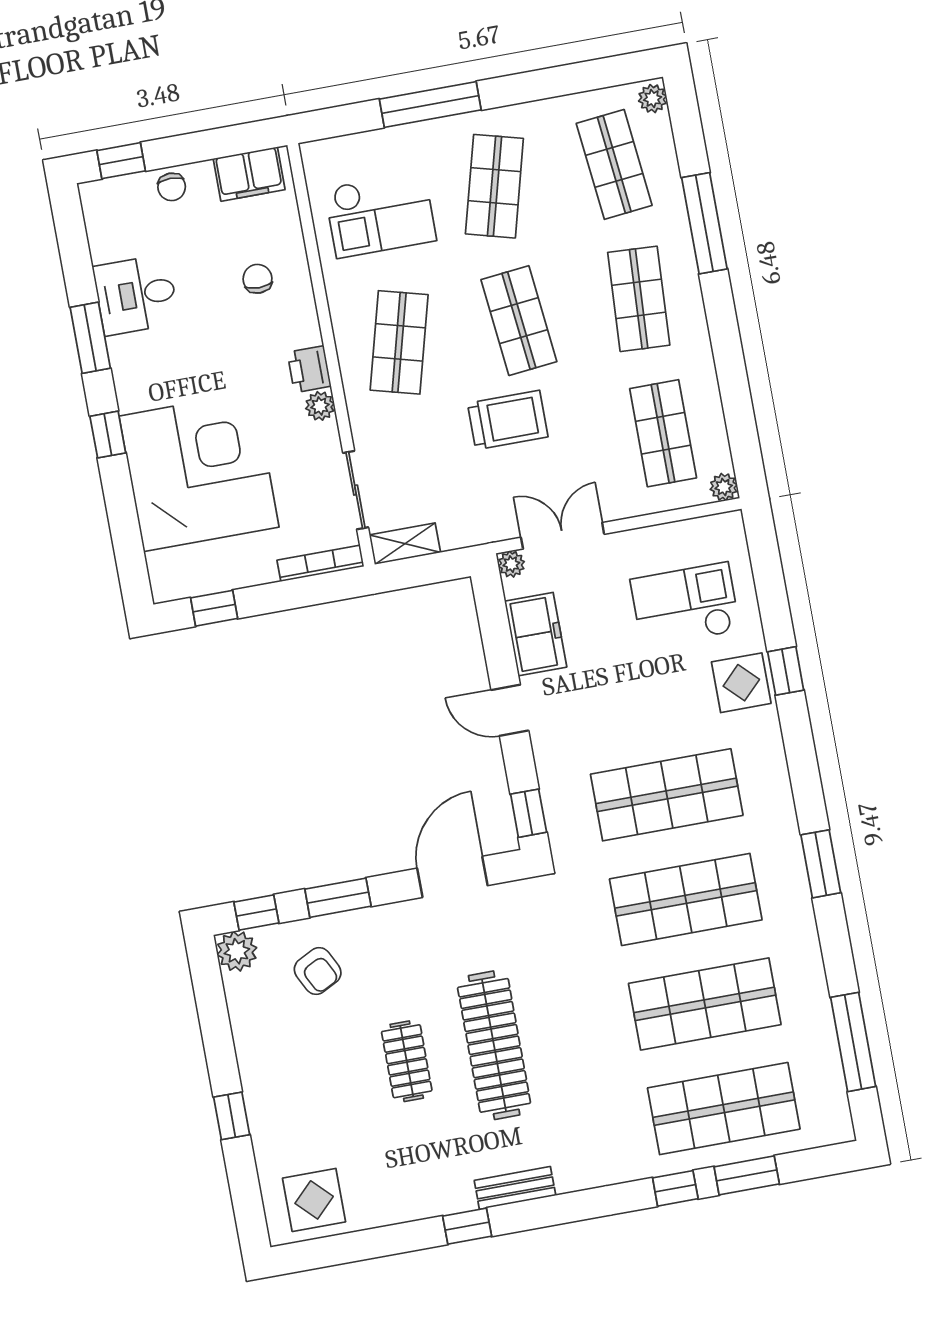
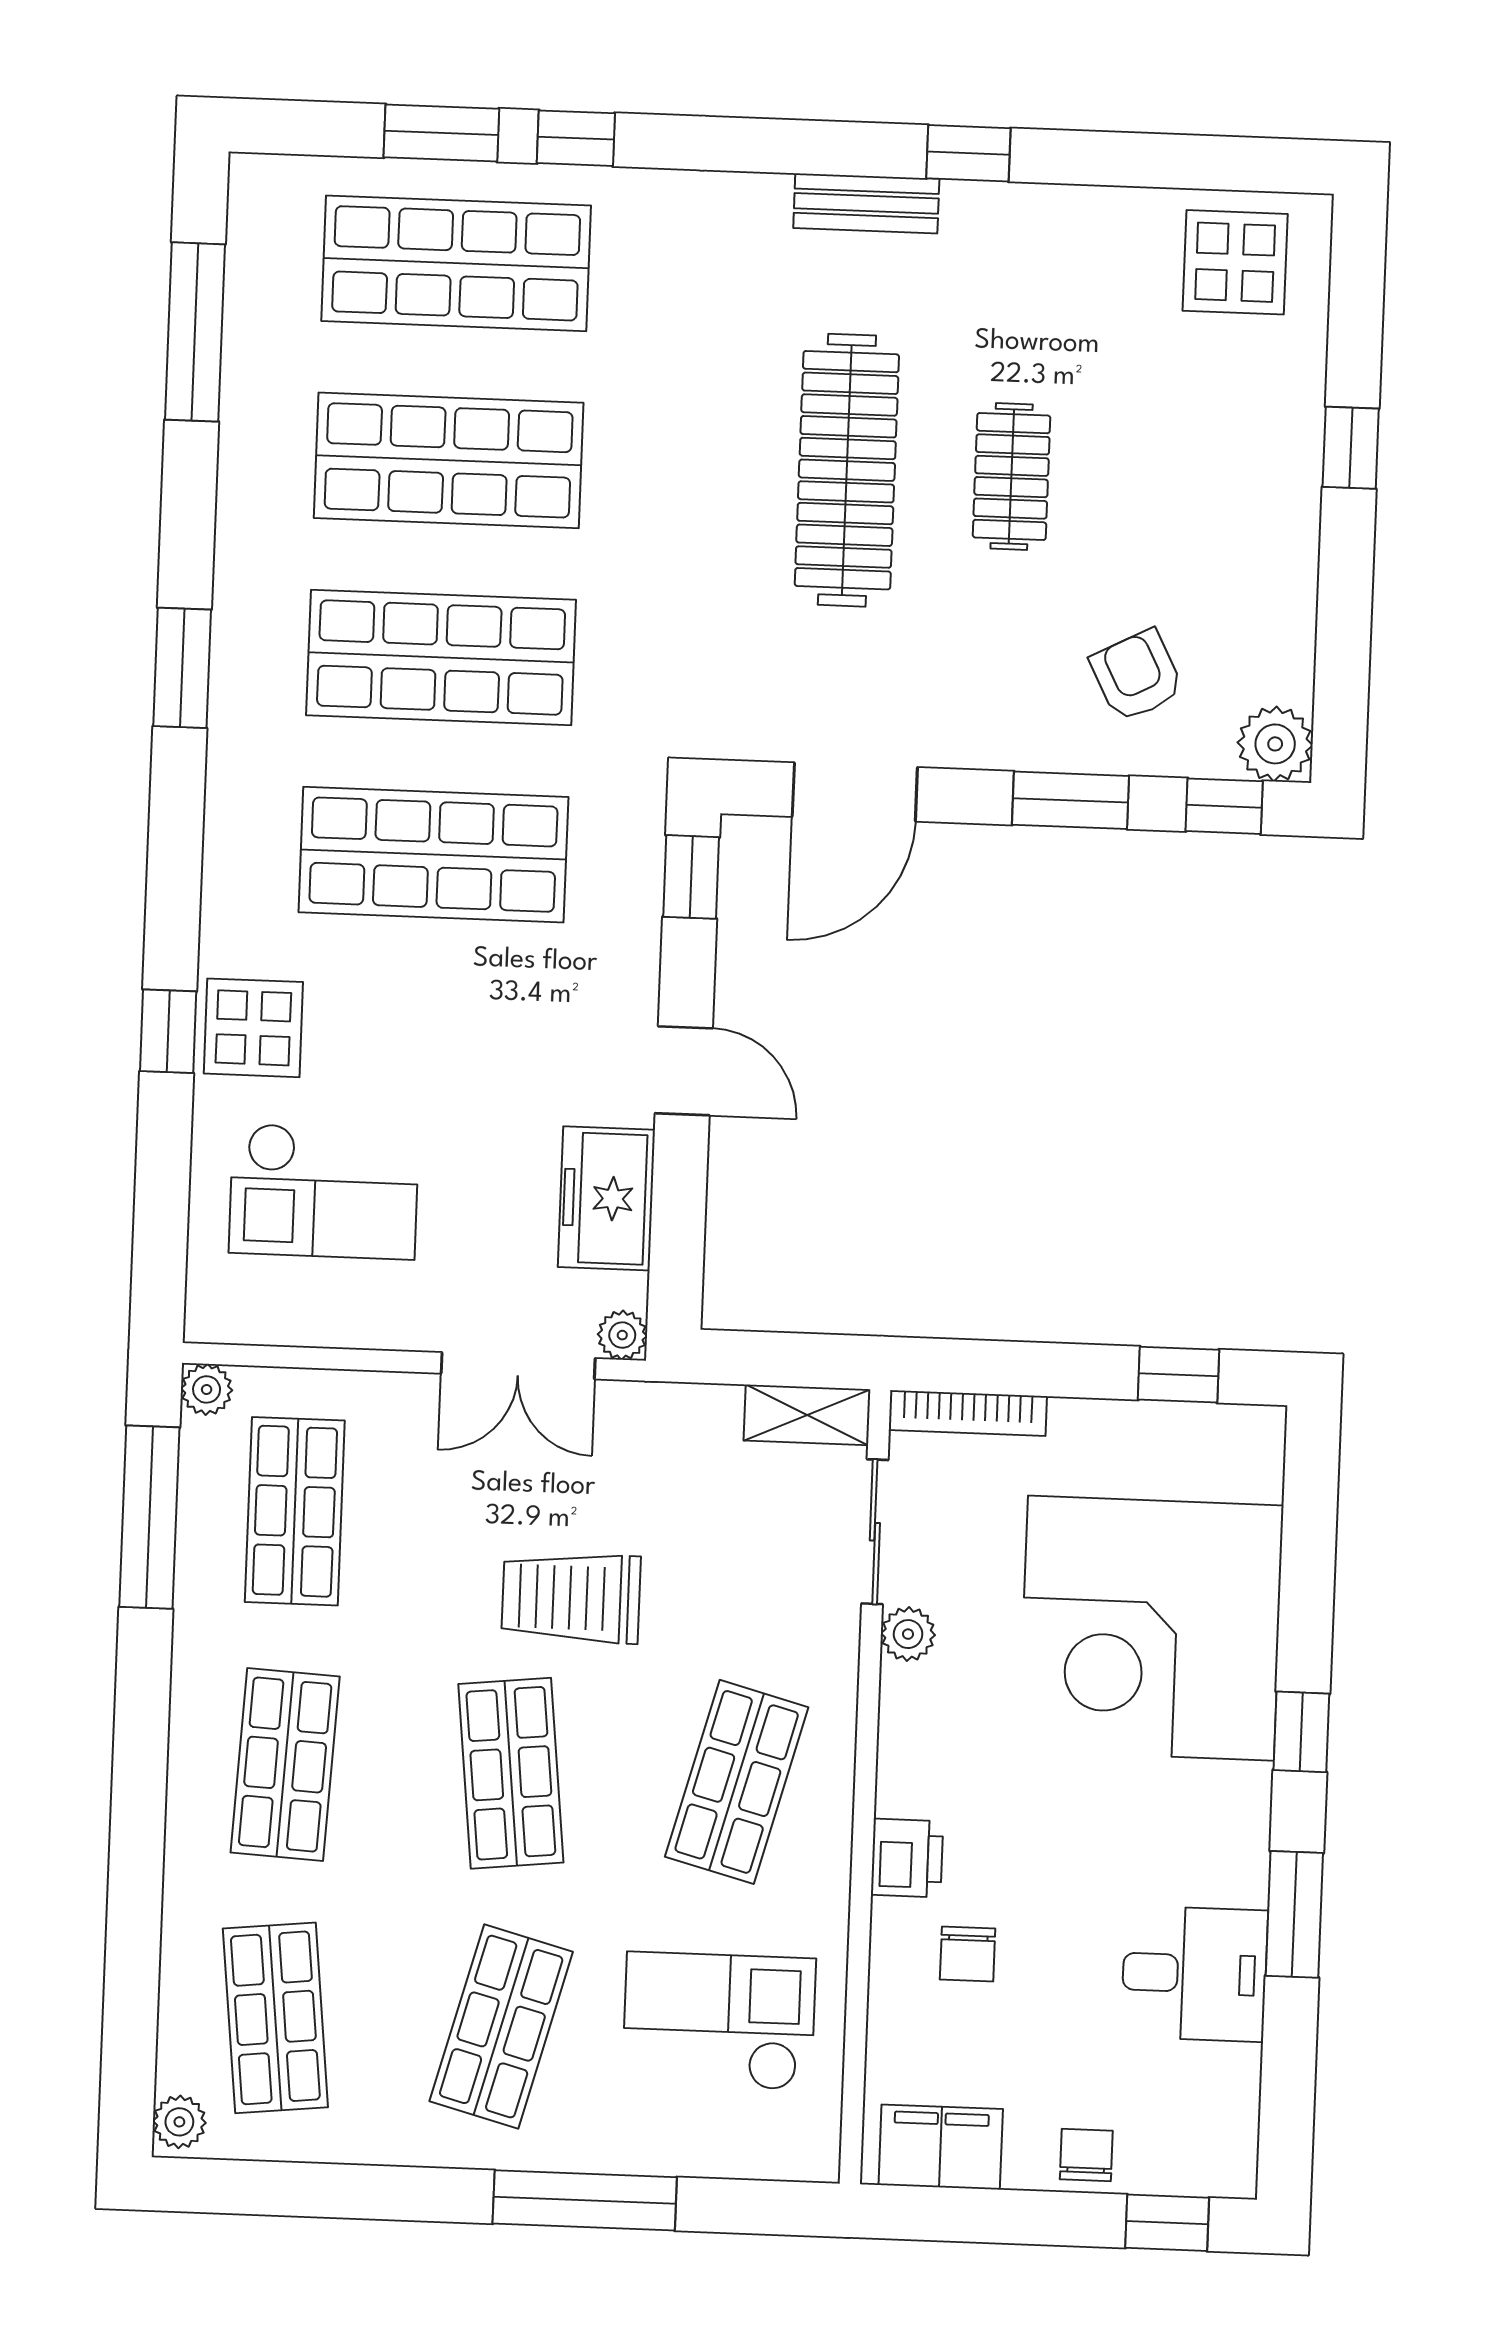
window: (704, 223) -> (149, 1517), moved
printer: (309, 369) -> (907, 1858), moved
plant: (320, 406) -> (908, 1634), moved

